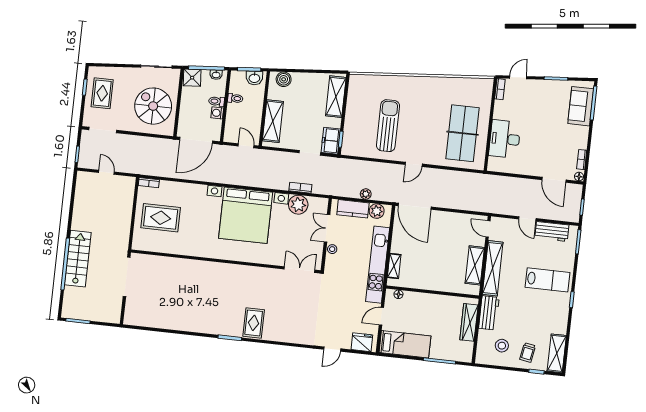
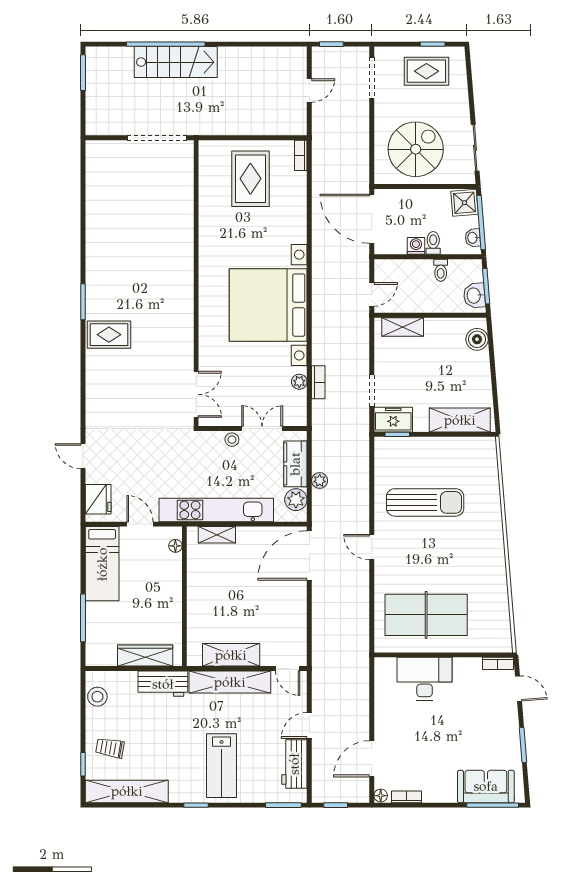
shelving: (273, 121) -> (403, 327), width x0.67, depth x0.75
plant: (298, 205) -> (299, 382), width x0.53, depth x0.53
door: (488, 229) -> (288, 669), swing flipped
stool: (502, 346) -> (97, 697), moved
shelving: (557, 353) -> (127, 791), width x1.47

